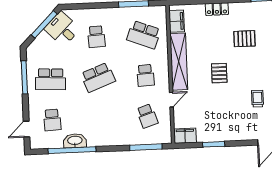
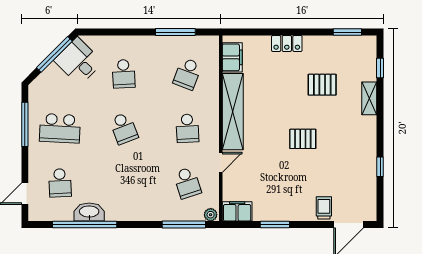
school desk: (144, 35) -> (187, 74), width x0.54
pallet: (219, 73) -> (303, 139), moved, turned 90
school desk: (98, 77) -> (124, 128), width x0.54
trolley: (258, 99) -> (324, 208), moved
plant: (165, 139) -> (211, 215), added

